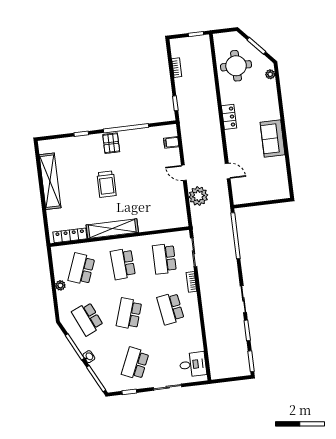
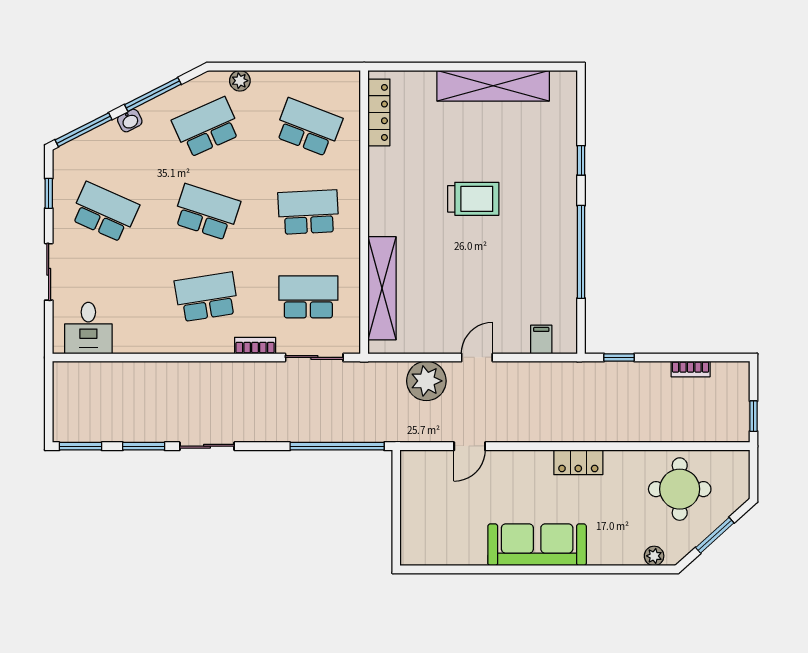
sofa: (273, 138) -> (537, 545), width x1.36
pallet: (111, 143) -> (555, 218), removed
trolley: (107, 184) -> (473, 199), turned 180
shelving: (112, 229) -> (382, 288), moved
plant: (60, 285) -> (240, 81), moved

